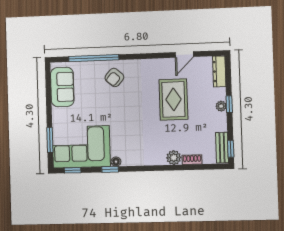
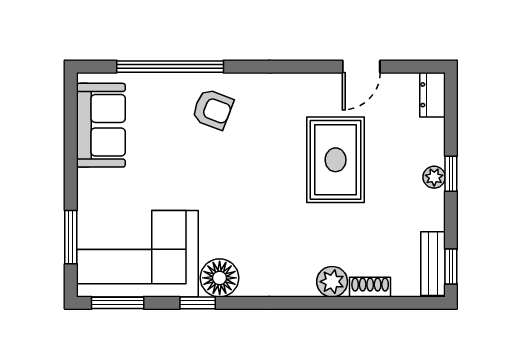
dresser: (219, 71) -> (433, 95), width x0.70
armchair: (114, 77) -> (213, 109), turned -110
floor lamp: (116, 162) -> (220, 278), width x1.89, depth x1.89
window: (73, 170) -> (118, 303), width x1.50

